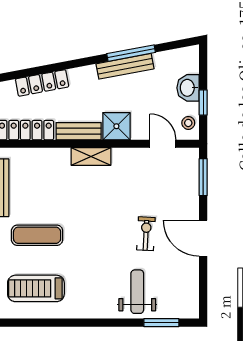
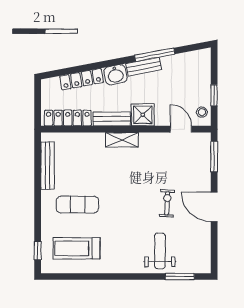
bench: (125, 66) -> (144, 67), width x0.73
washbasin: (188, 88) -> (116, 75), moved, turned -101

